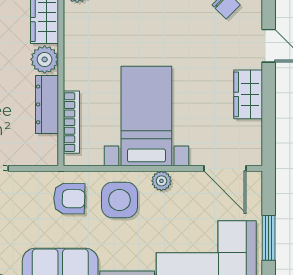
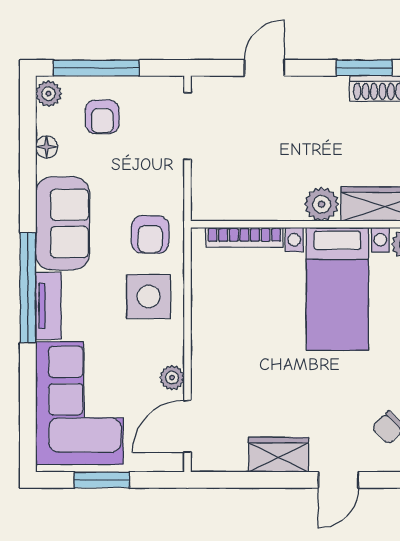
dresser: (47, 104) -> (266, 207), removed
bed with nightstands: (146, 116) -> (337, 289), moved, turned 90
plant: (161, 181) -> (172, 378), moved

